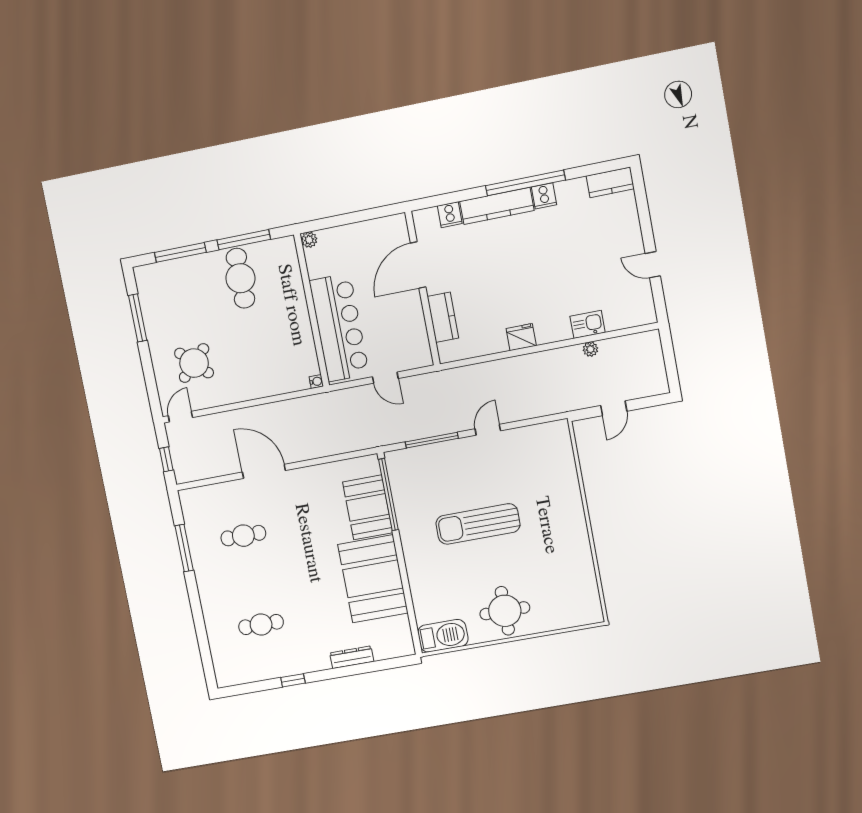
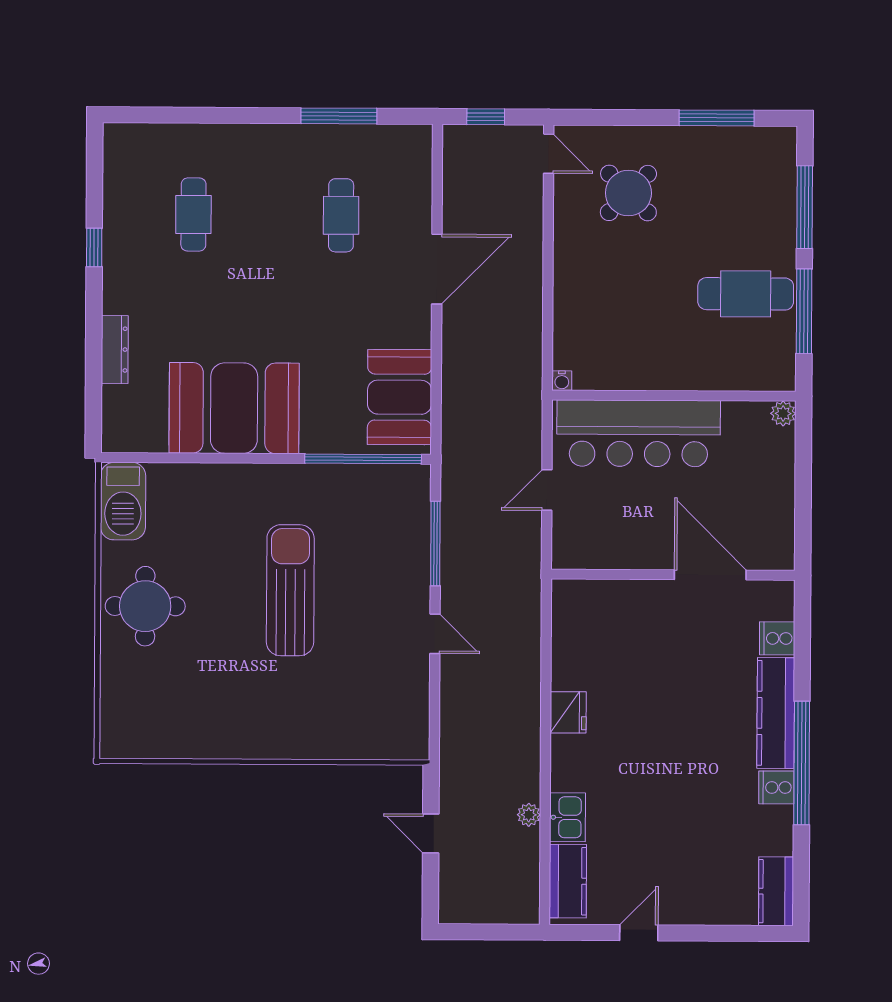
kitchen counter: (443, 317) -> (568, 881), moved, turned -90
booth: (368, 507) -> (400, 397), moved, turned 90

